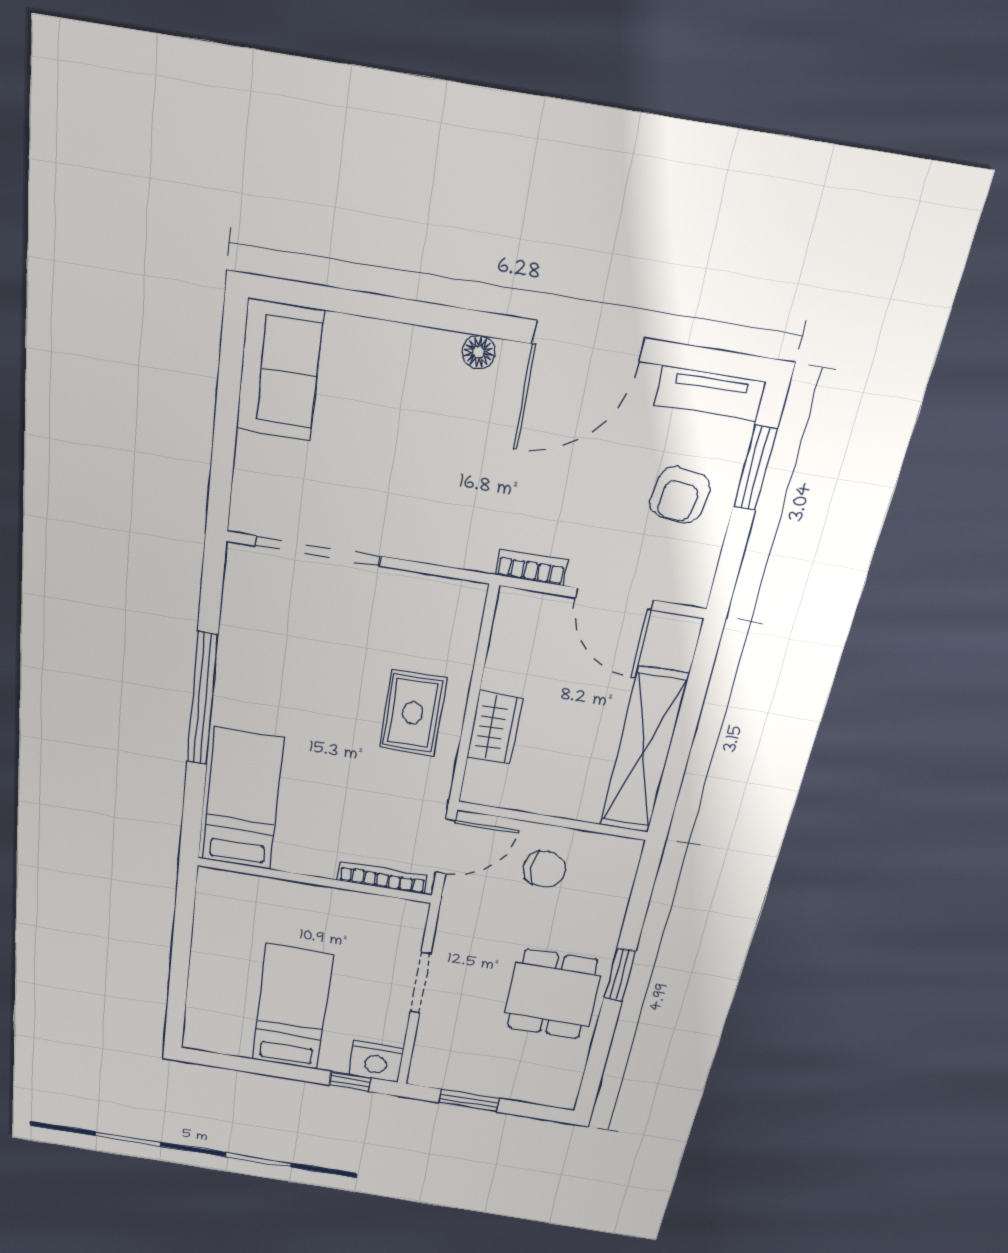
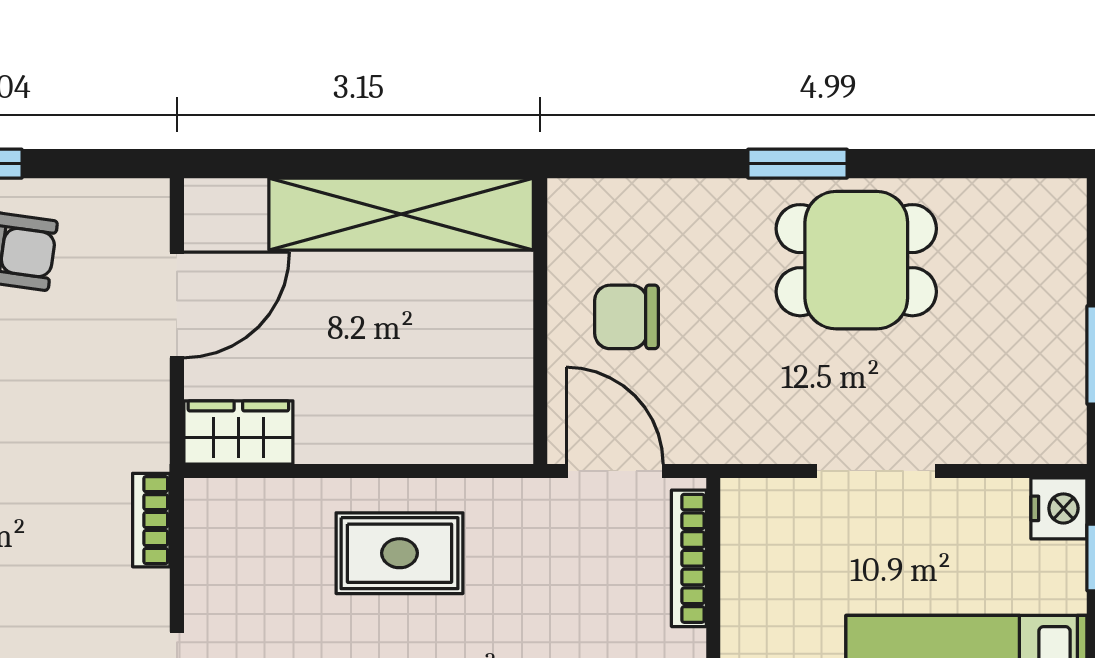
bookcase: (531, 568) -> (151, 520), moved
wardrobe: (495, 728) -> (238, 432), moved
chair: (544, 869) -> (626, 317), turned -90
nightstand: (376, 1061) -> (1059, 508), width x0.74, depth x0.75

